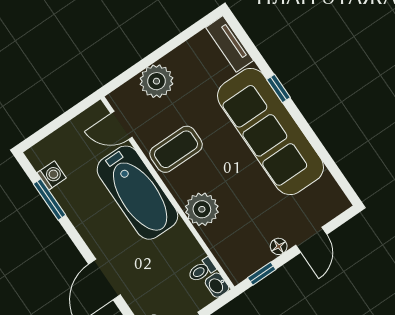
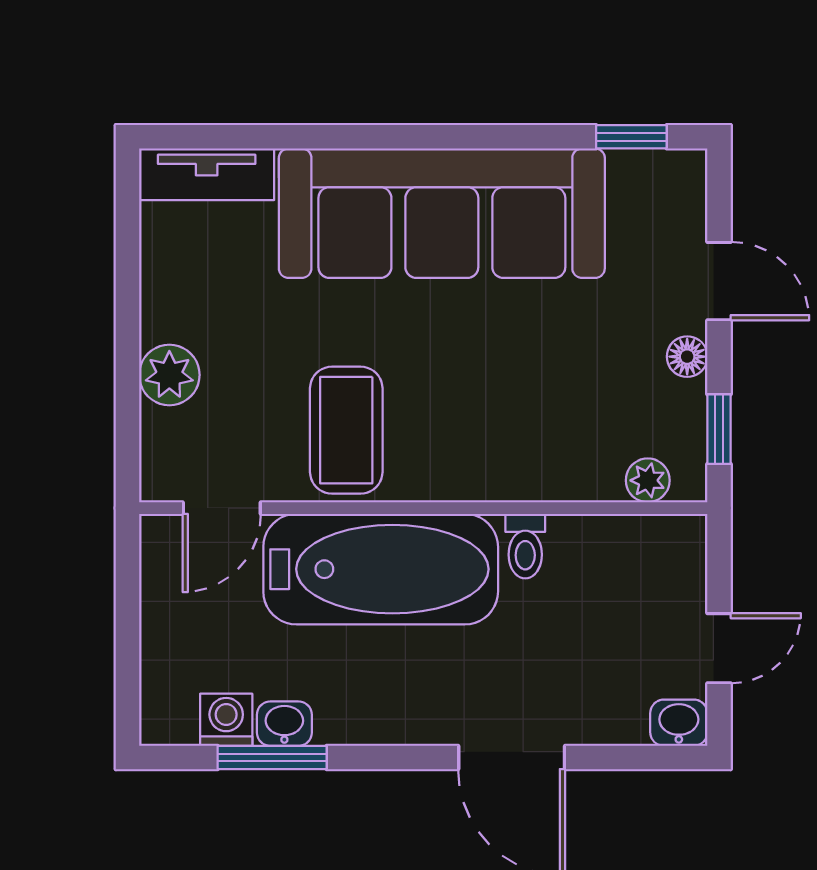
plant: (156, 81) -> (169, 375), width x0.73, depth x0.73
window: (279, 89) -> (631, 137), moved
plant: (202, 209) -> (648, 480), moved, width x0.53, depth x0.53
toilet: (202, 270) -> (525, 546), moved
washbasin: (217, 285) -> (284, 724), moved, turned 180

